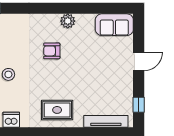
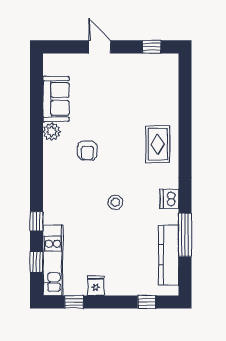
sofa: (114, 25) -> (56, 99), moved
tv unit: (106, 121) -> (171, 86), removed

